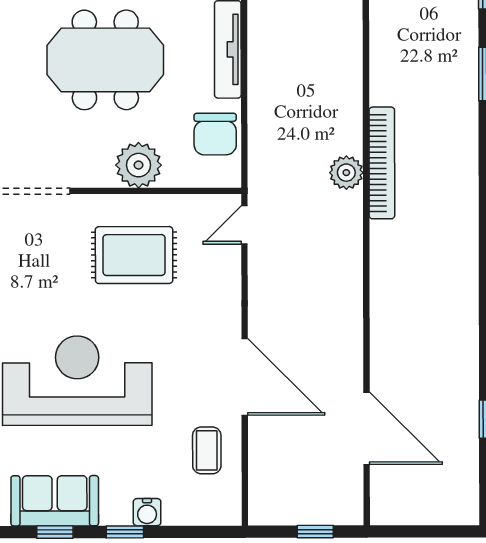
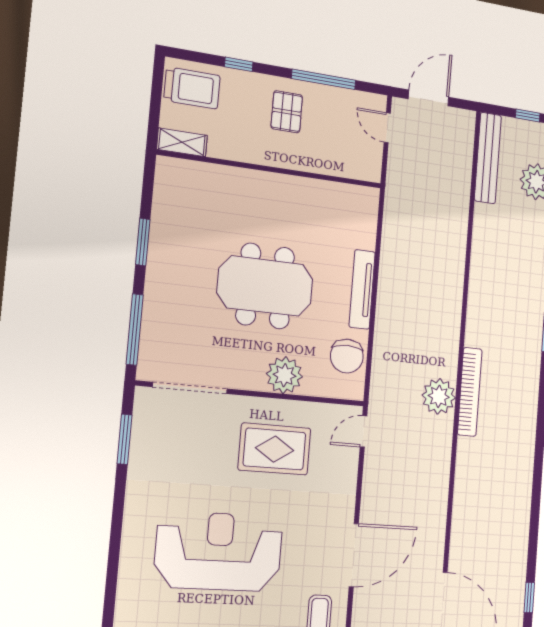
plant: (346, 173) -> (439, 396), width x1.36, depth x1.36
door: (245, 377) -> (354, 555), hinge flipped

